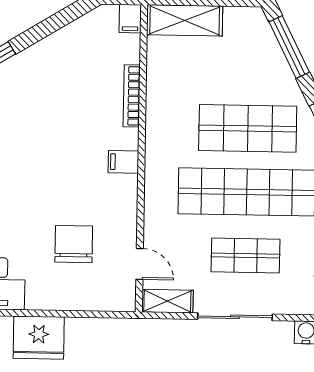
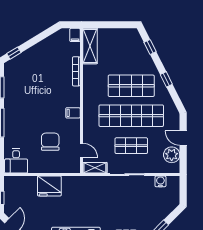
shelving: (185, 20) -> (90, 46), moved, turned 90
window: (289, 47) -> (150, 47), width x0.46
filing cabinet: (123, 162) -> (73, 113), moved
fridge: (39, 338) -> (49, 186), moved

